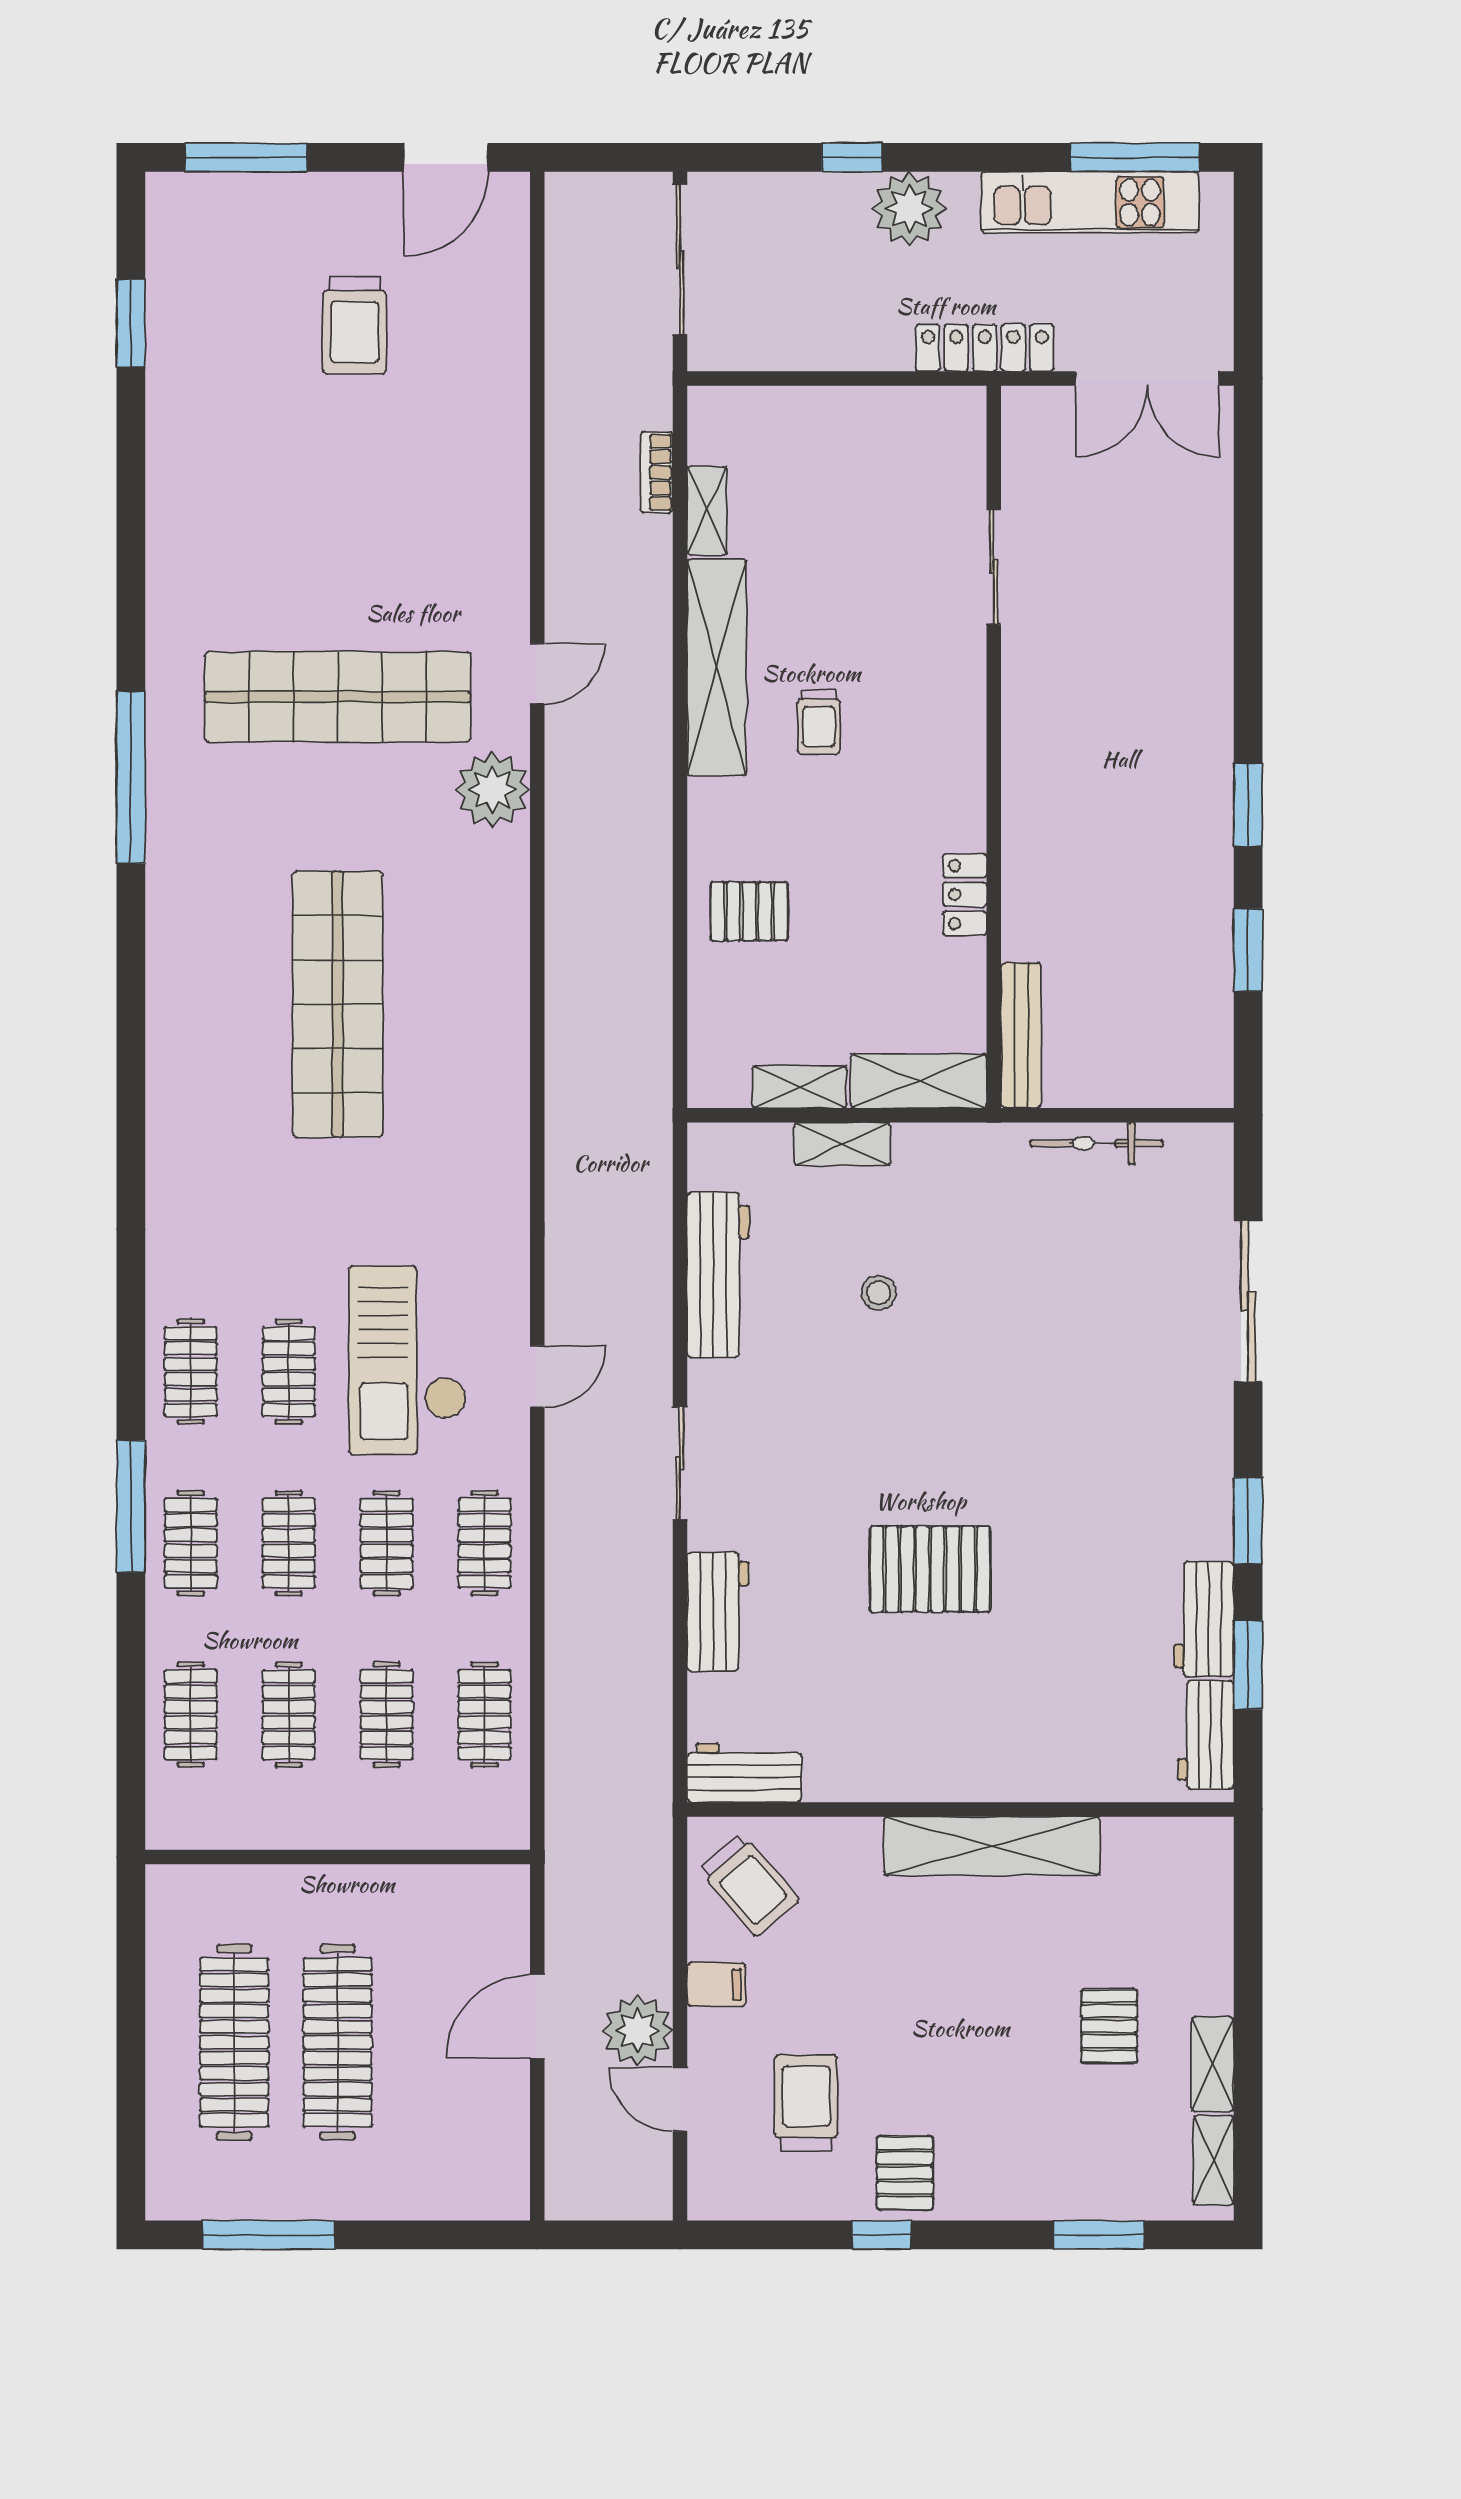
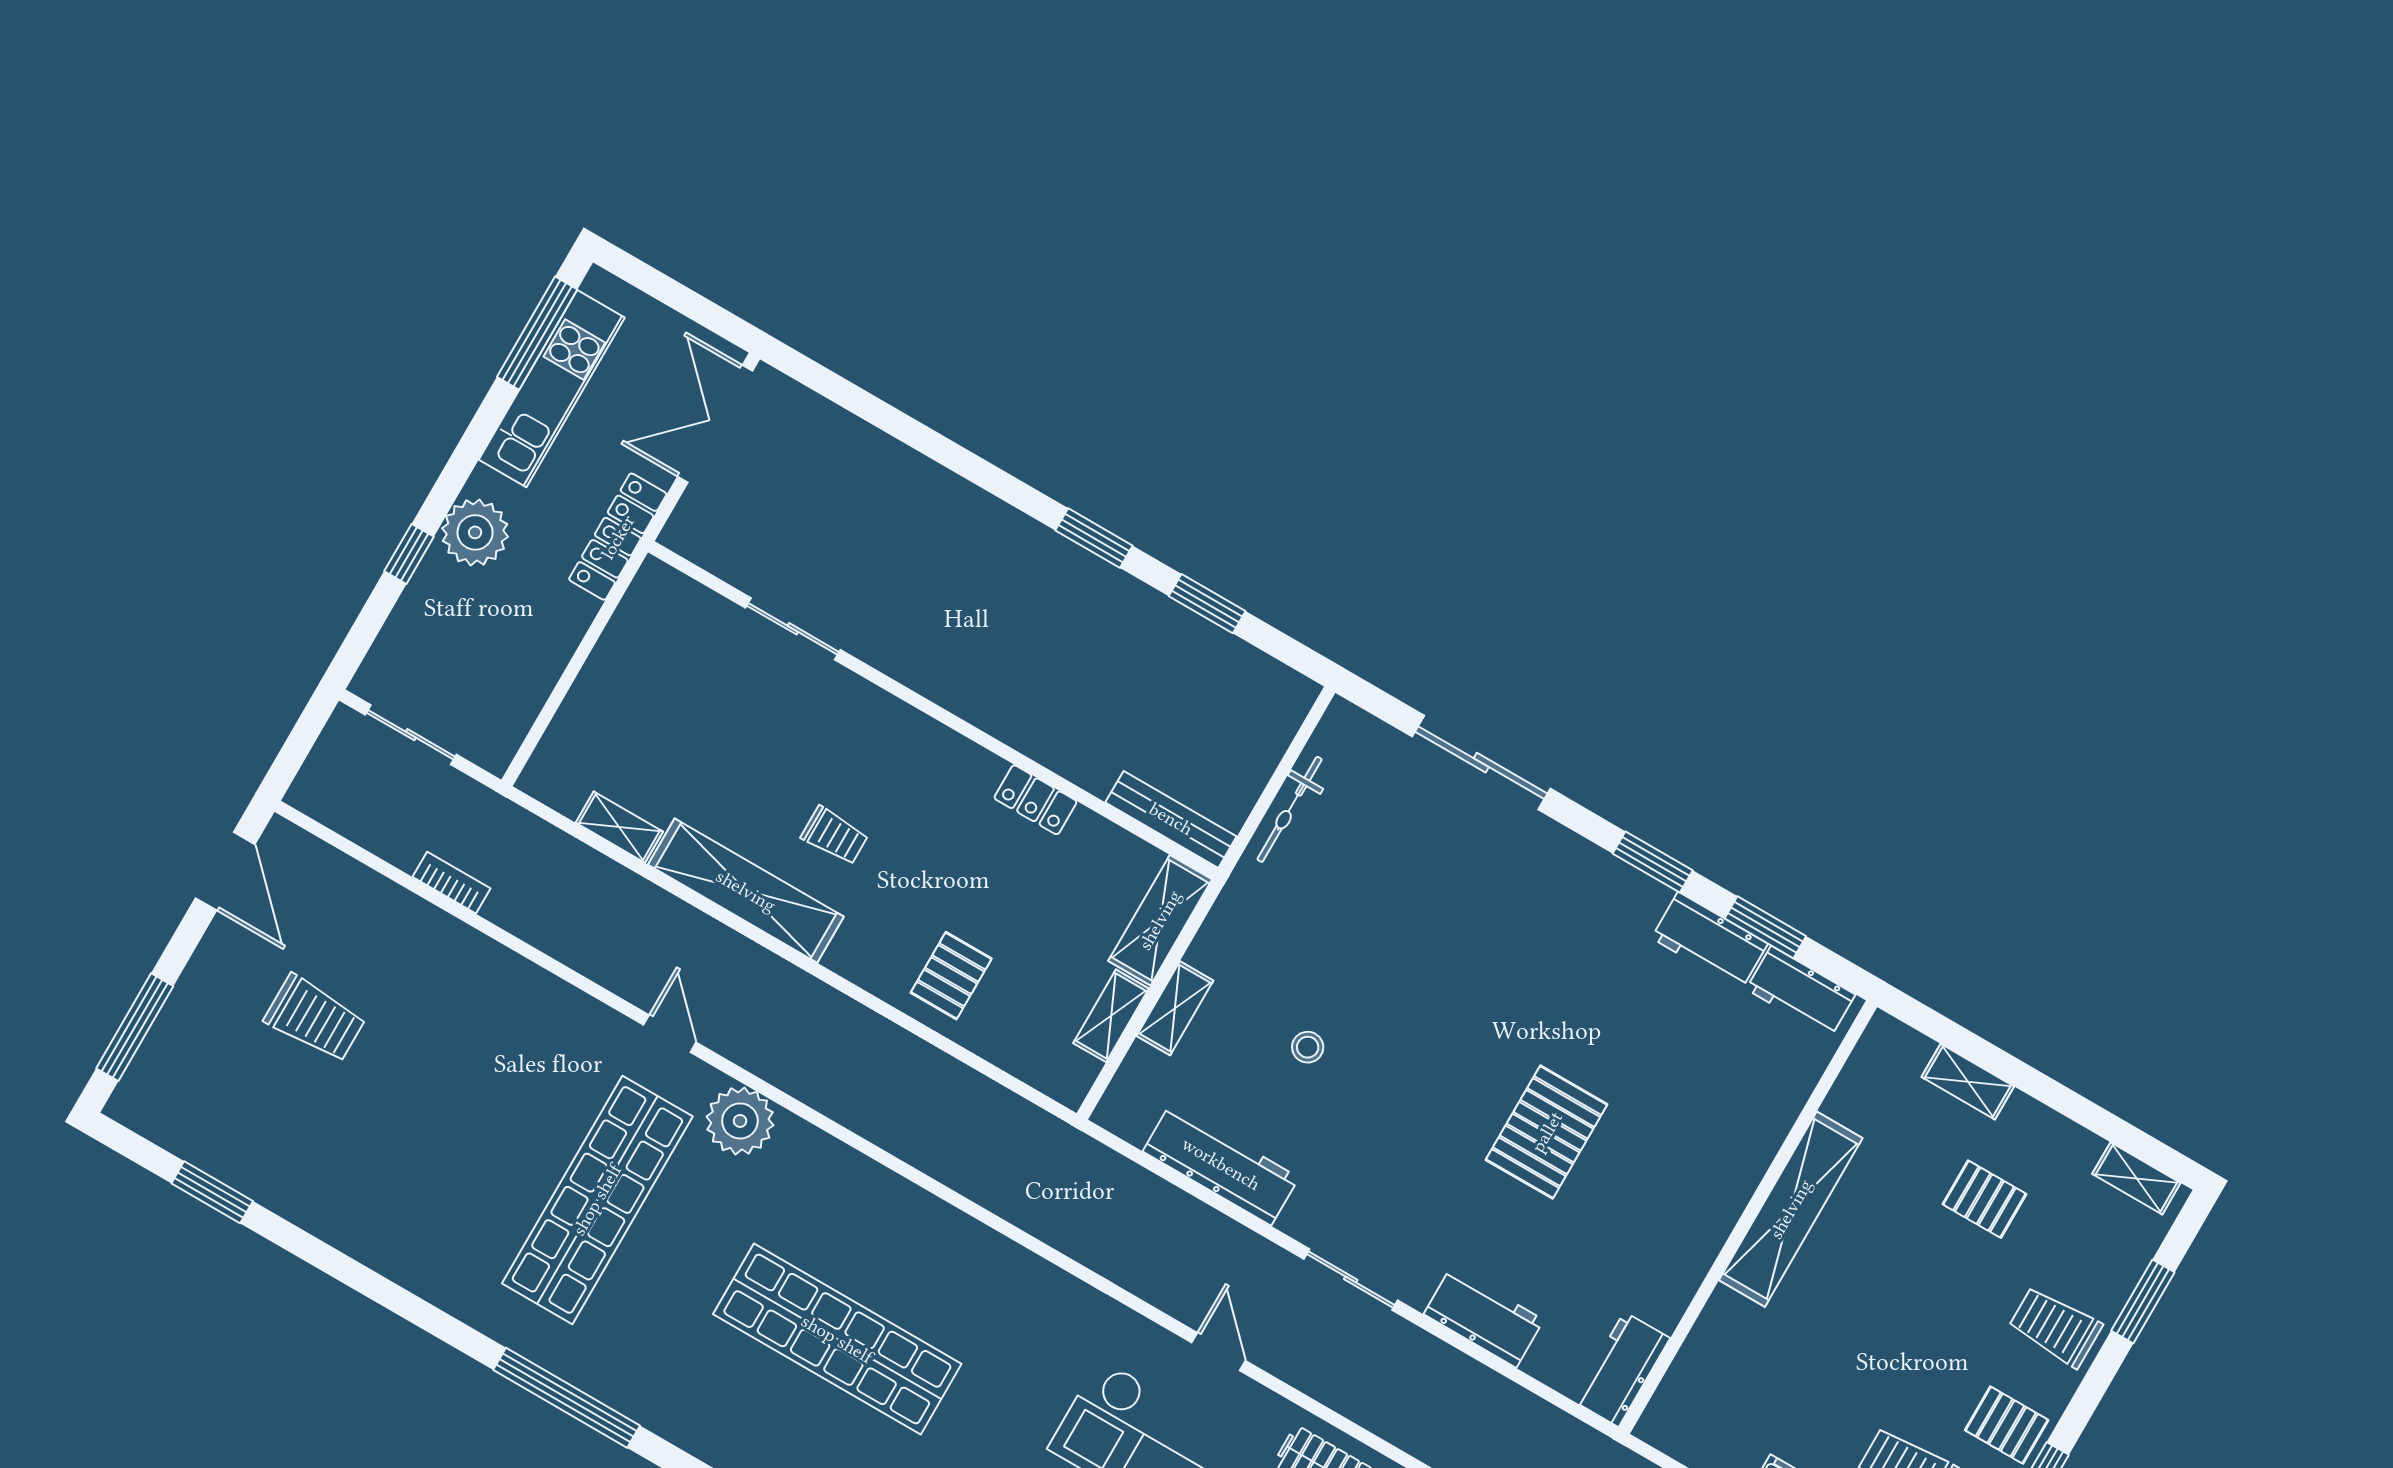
sliding door: (680, 260) -> (411, 735), width x0.73
double door: (1147, 378) -> (715, 424), swing flipped
bookcase: (657, 472) -> (451, 883), moved, turned 180
trolley: (749, 1885) -> (2055, 1327), moved, turned -139
shelving: (1213, 2064) -> (1968, 1082), moved

